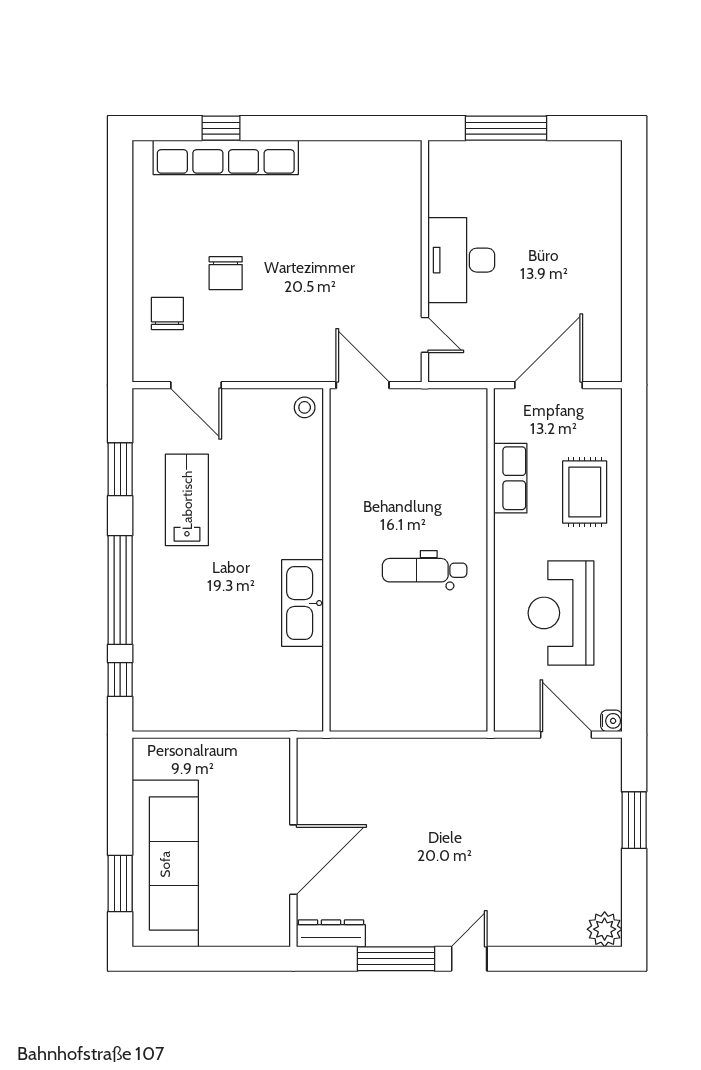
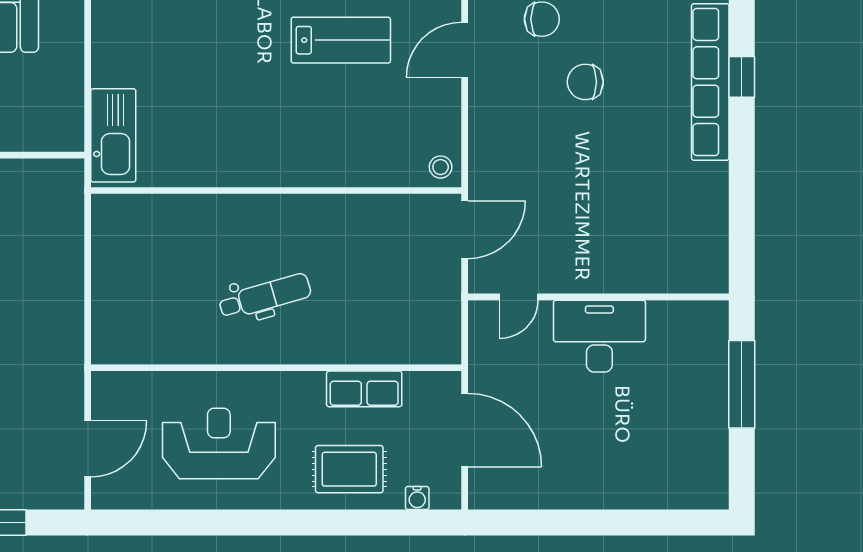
dental chair: (425, 570) -> (265, 296), turned 74
kitchen sink: (303, 603) -> (113, 135), moved, turned 90
water cooler: (611, 721) -> (417, 498), moved

